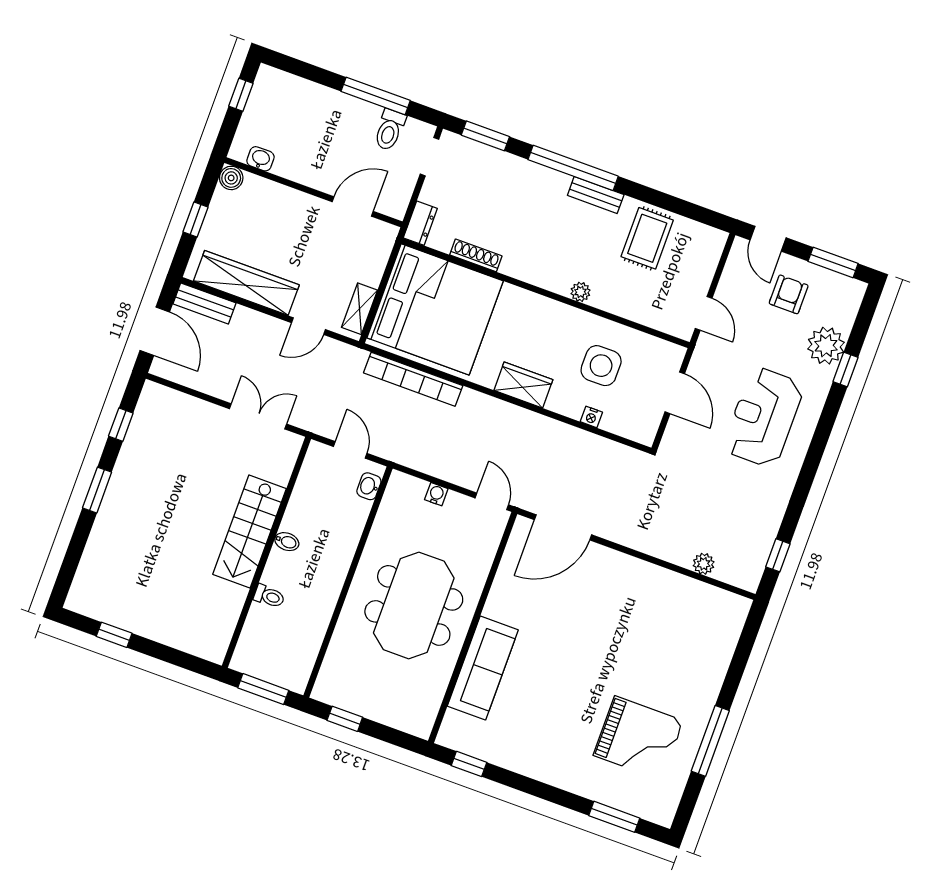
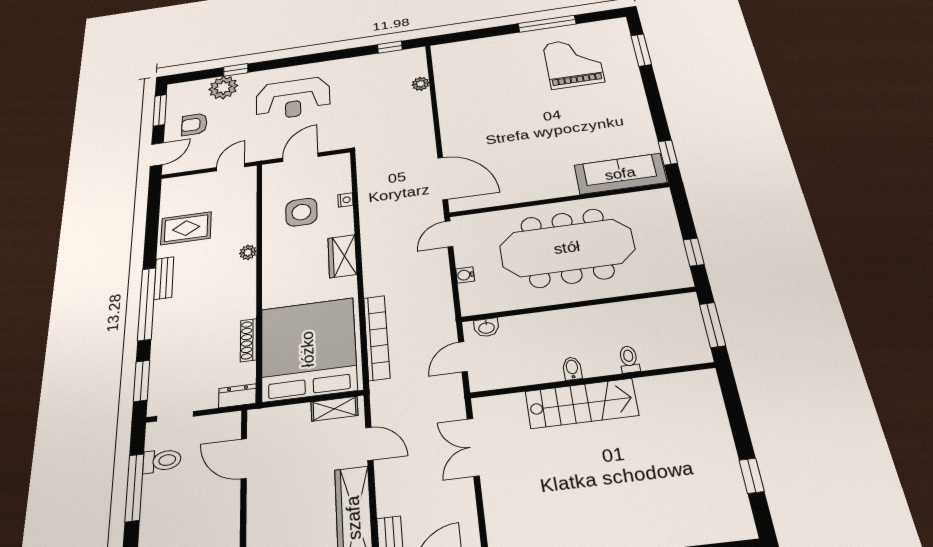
meeting table: (414, 605) -> (567, 248), width x1.36
sofa: (483, 668) -> (620, 174), moved

